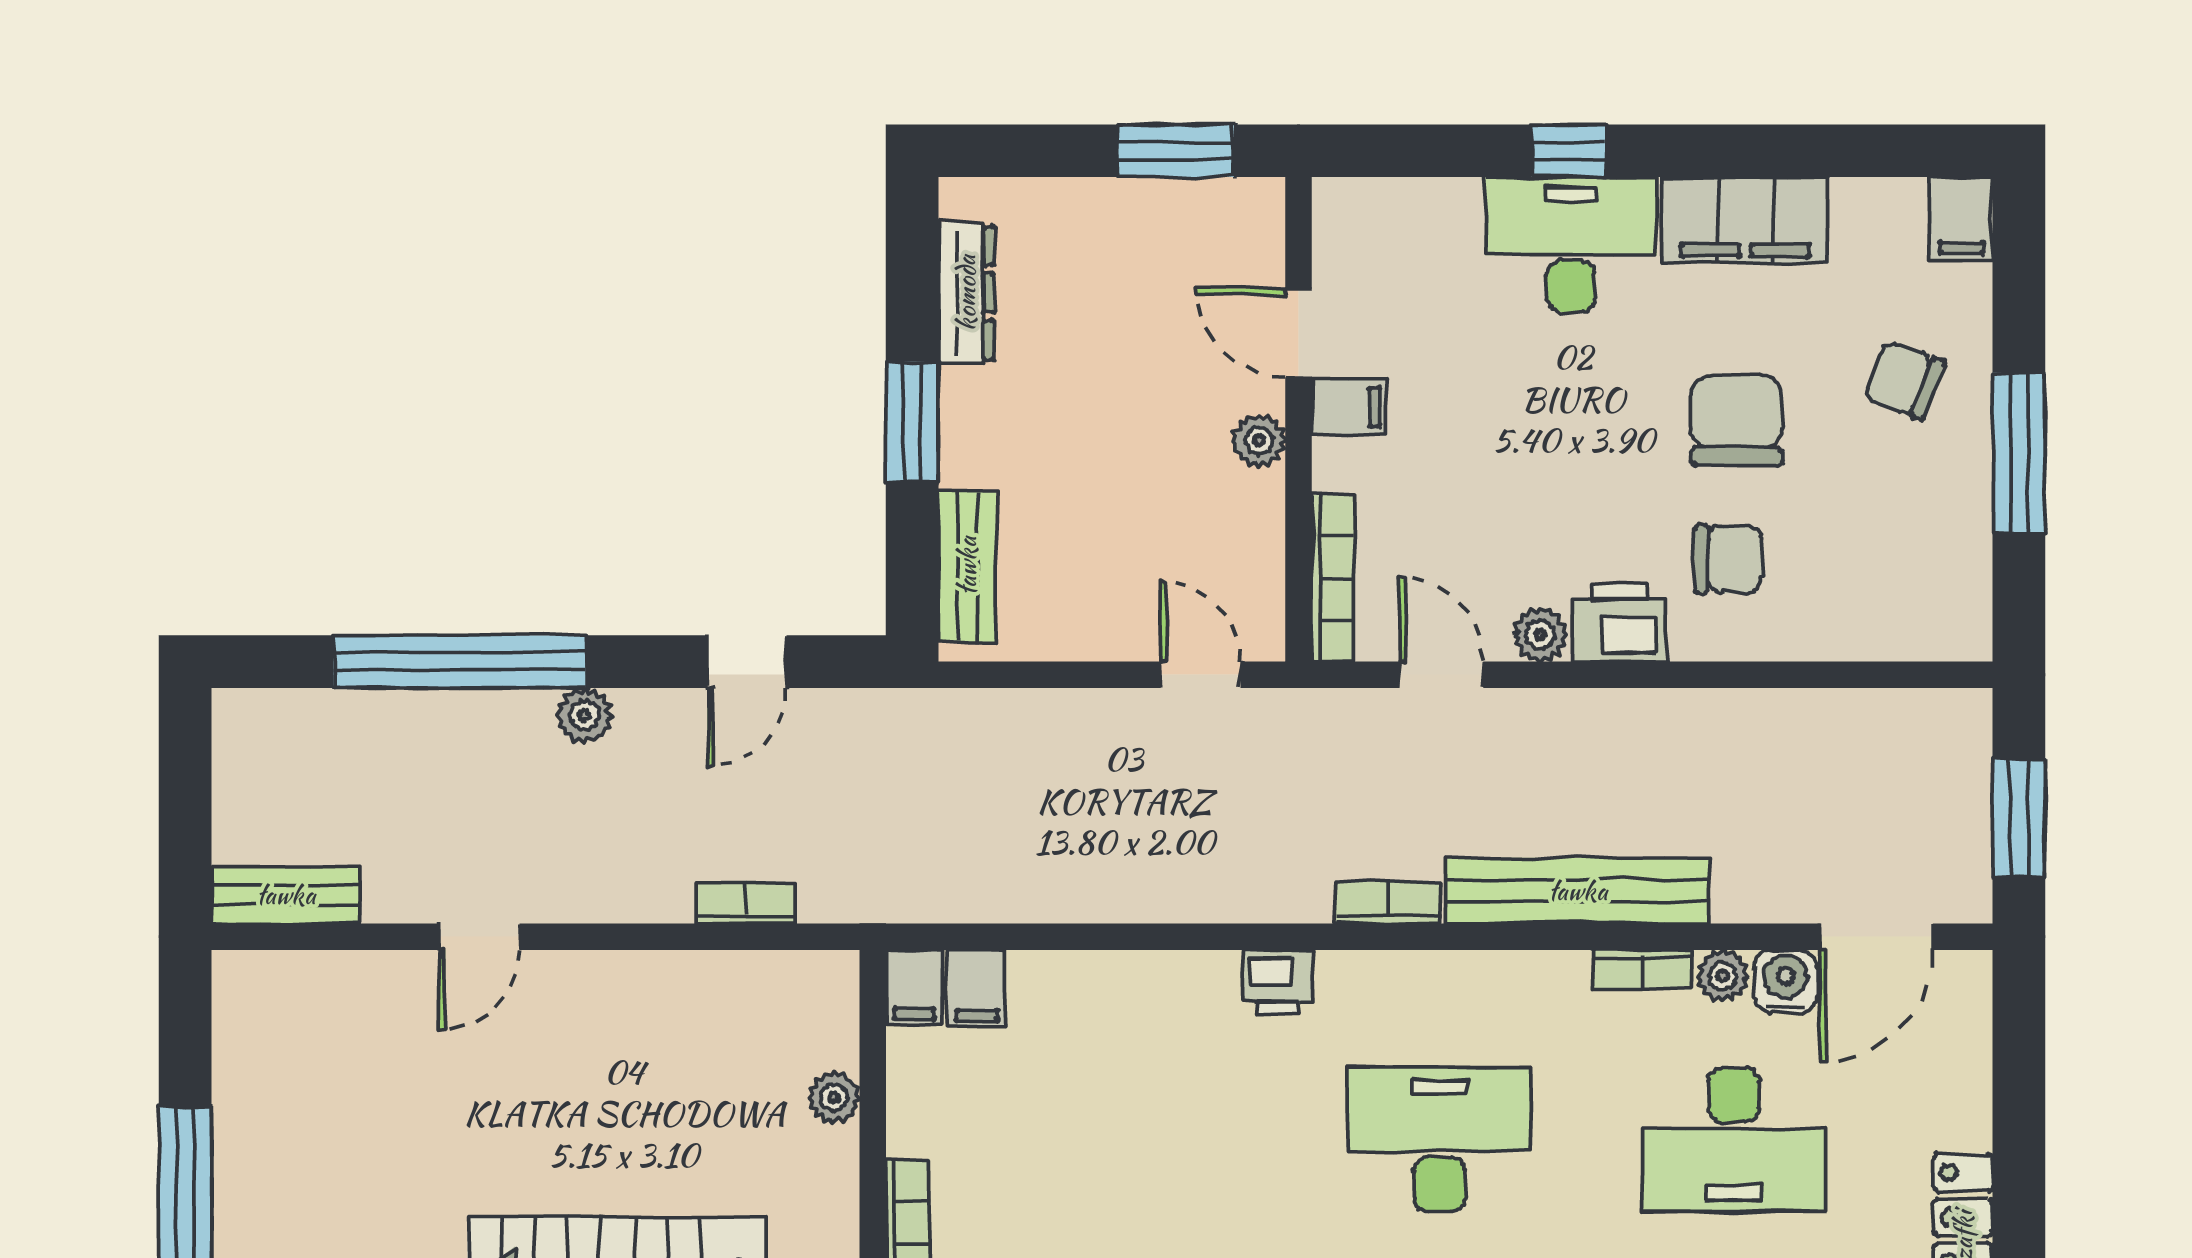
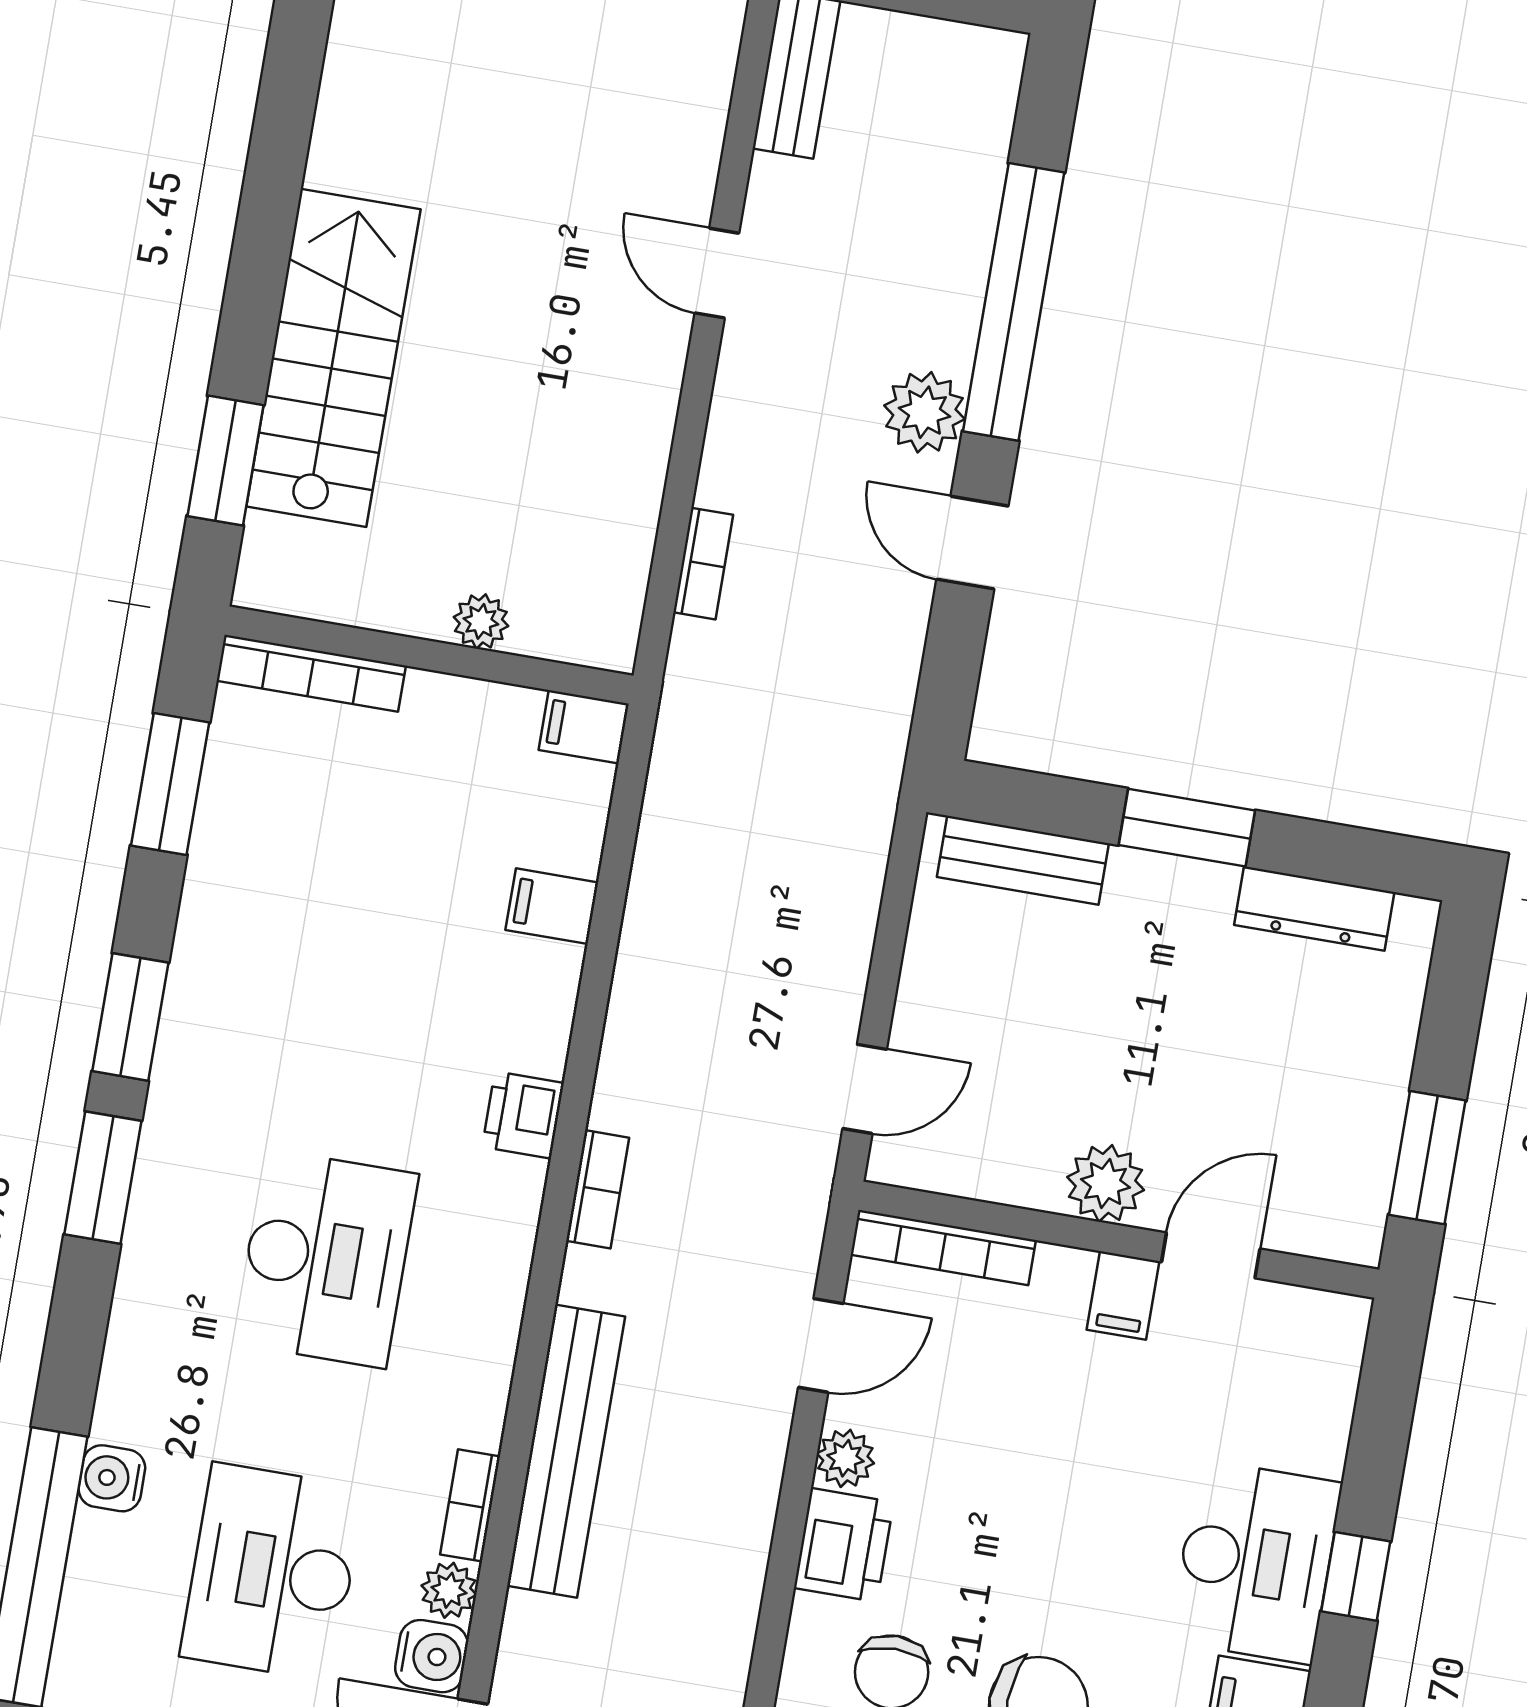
plant: (1259, 440) -> (1106, 1183), width x1.38, depth x1.38
door: (747, 662) -> (972, 543), moved
plant: (584, 715) -> (924, 412), width x1.38, depth x1.38
bookcase: (1388, 903) -> (598, 1189), moved
filing cabinet: (977, 988) -> (552, 906), moved

